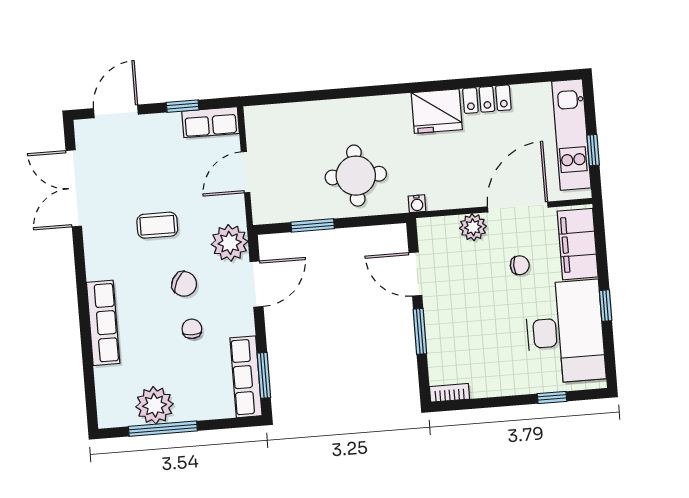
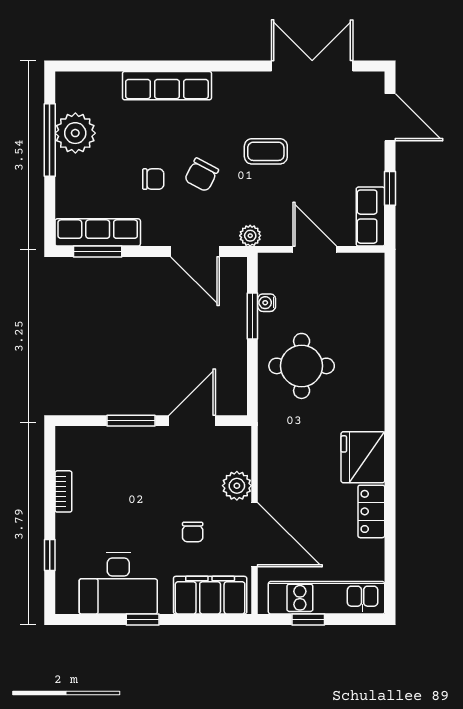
water cooler: (417, 204) -> (267, 303), moved
coffee table: (157, 225) -> (266, 151), turned 90
plant: (230, 243) -> (250, 236), width x0.53, depth x0.53
desk: (565, 332) -> (118, 584), width x0.73, depth x0.77
bookcase: (449, 393) -> (63, 491), moved

